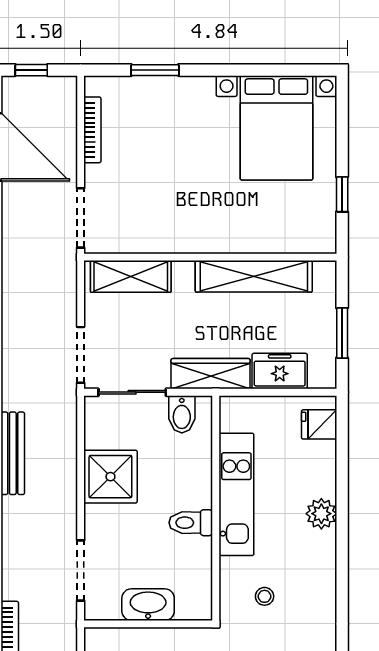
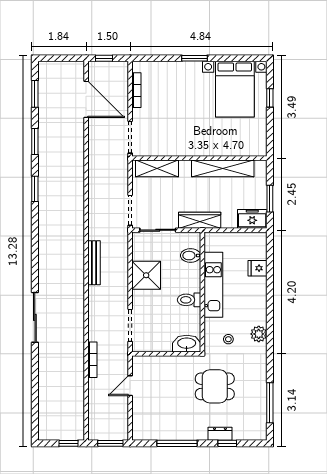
window: (155, 70) -> (194, 58), moved
window: (342, 194) -> (270, 98), moved
freezer: (280, 371) -> (252, 219), moved
bidet: (182, 414) -> (191, 256), moved, turned 90
fridge: (319, 424) -> (258, 268), moved
plant: (321, 514) -> (259, 334), moved
washbasin: (148, 605) -> (187, 344), moved

